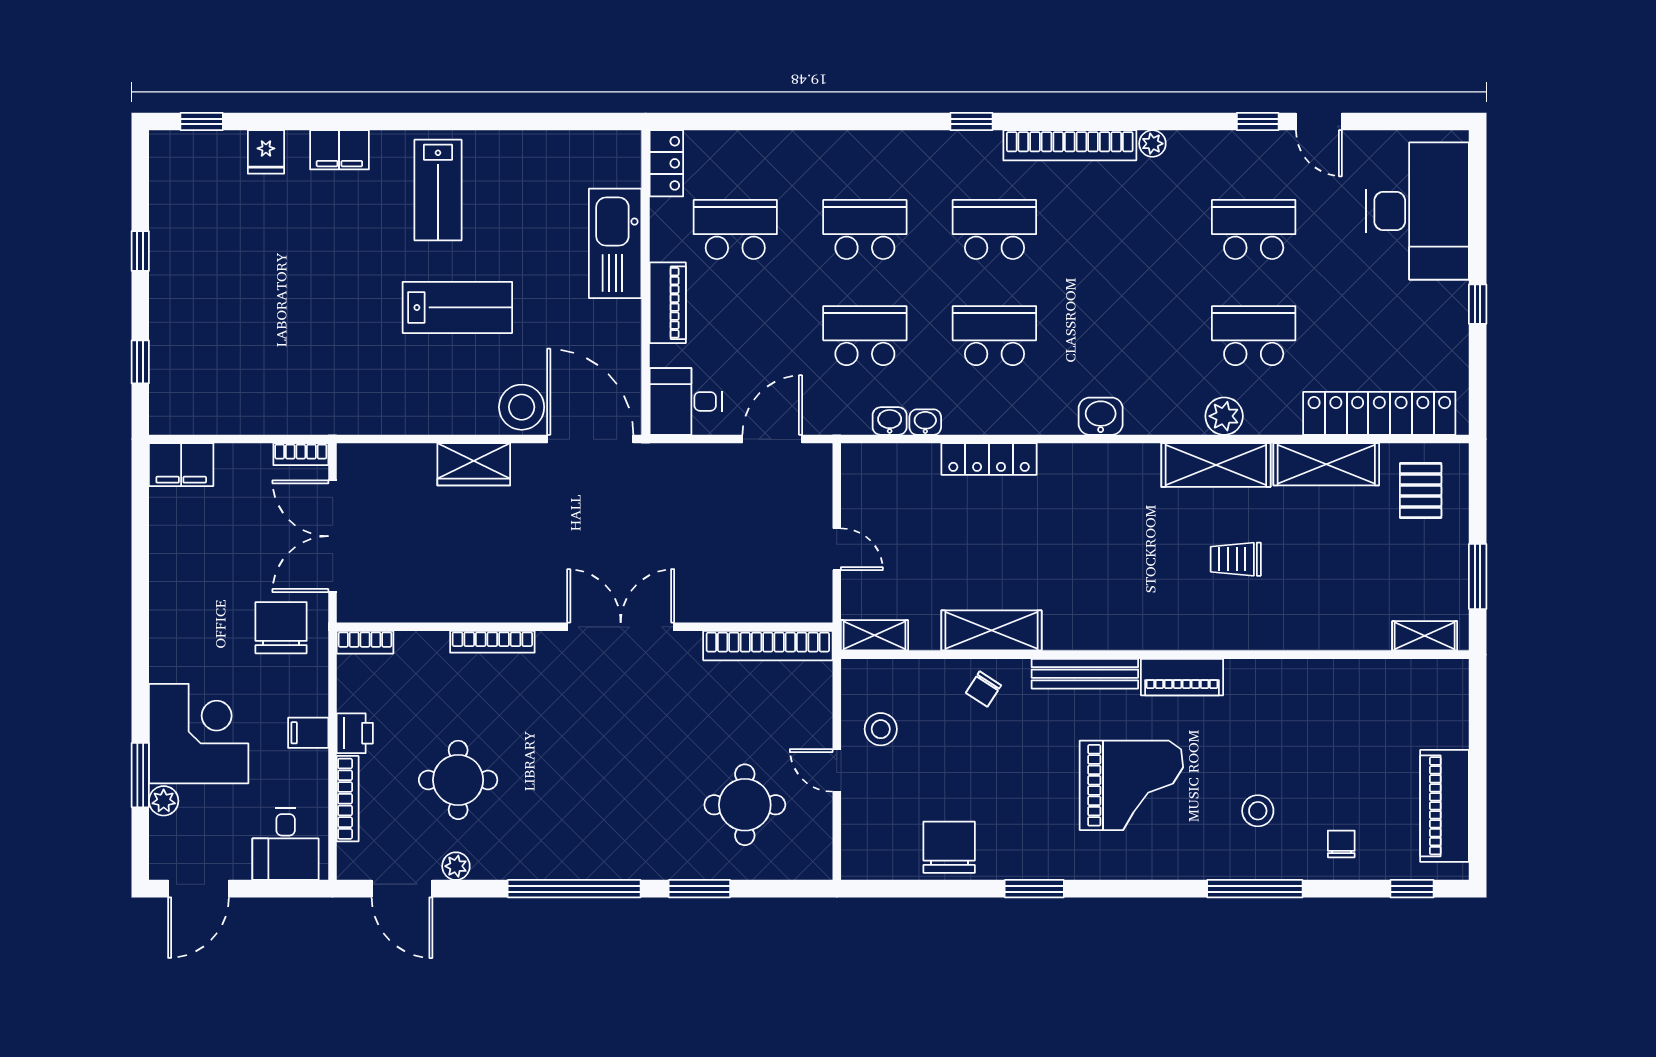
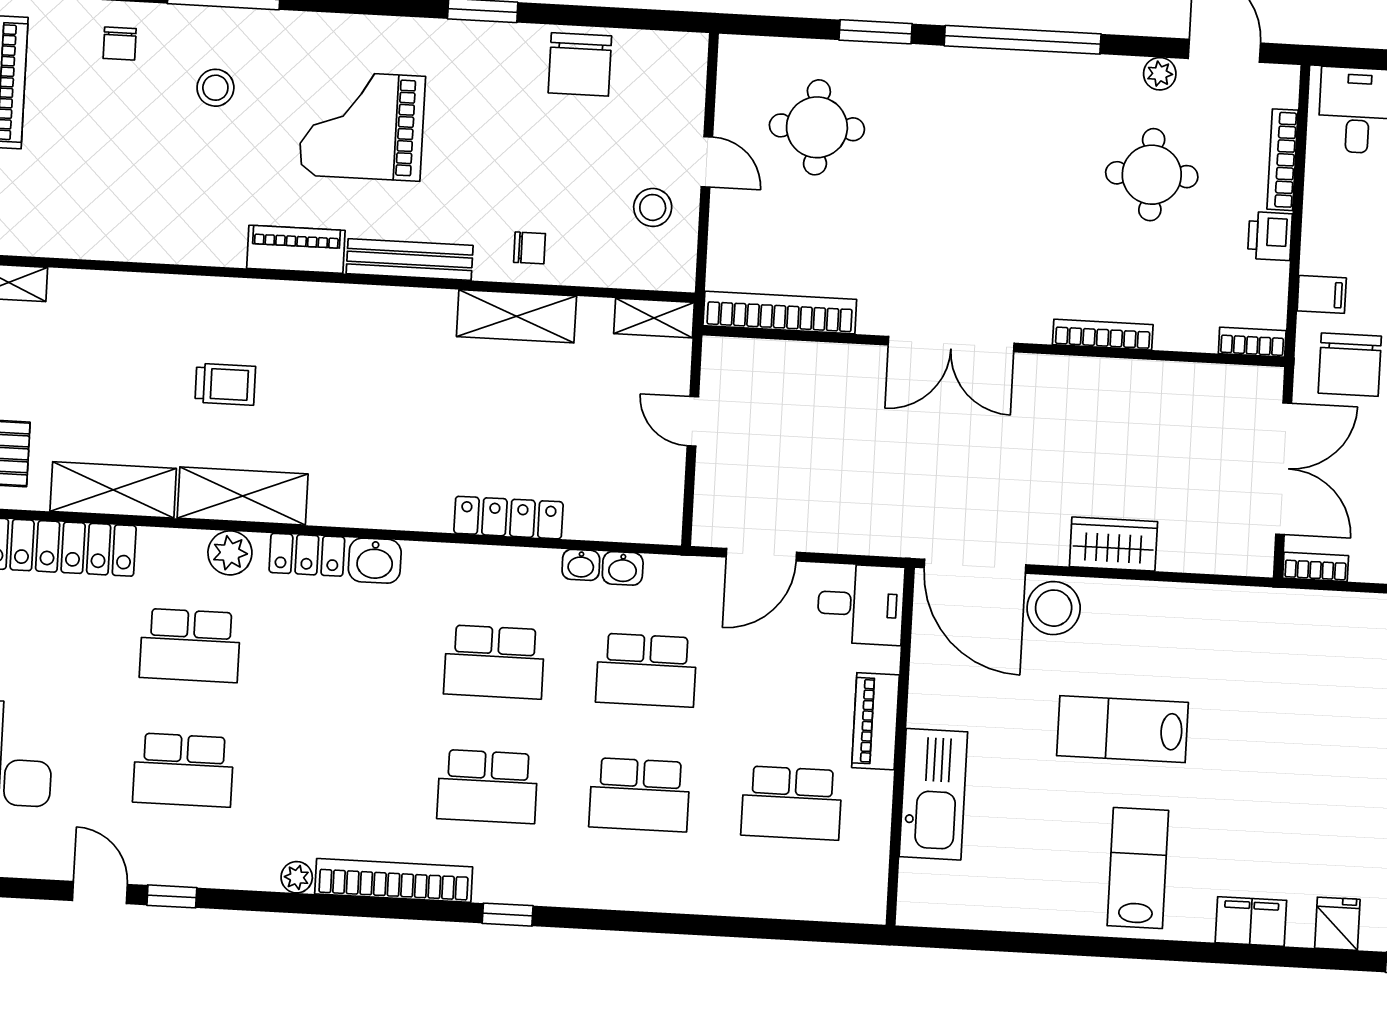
locker: (666, 163) -> (307, 555), moved, turned -90
chair: (984, 689) -> (529, 248), turned 57
filing cabinet: (308, 733) -> (1322, 294), moved

